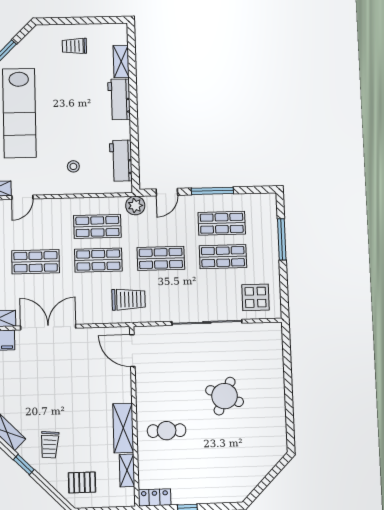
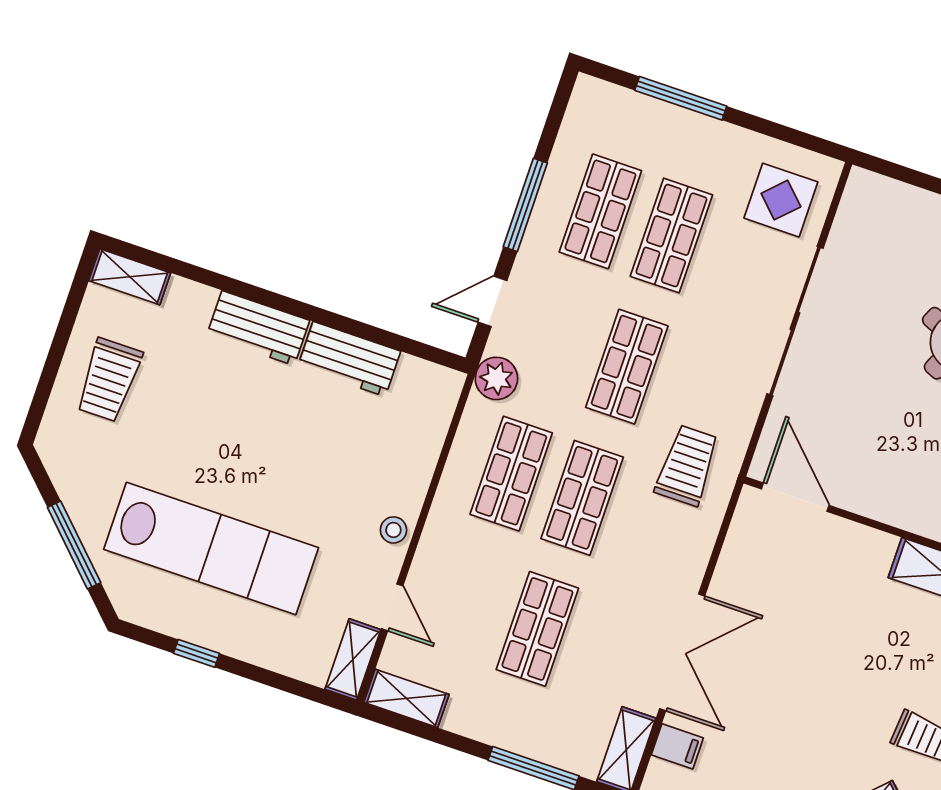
trolley: (74, 46) -> (109, 380), width x1.36, depth x1.39
shelving: (121, 61) -> (130, 277), moved
workbench: (121, 161) -> (349, 359), moved
stool: (73, 166) -> (393, 530), moved
door: (167, 192) -> (492, 301), swing flipped
double door: (48, 327) -> (682, 652), swing flipped
door: (132, 351) -> (795, 497), swing flipped

